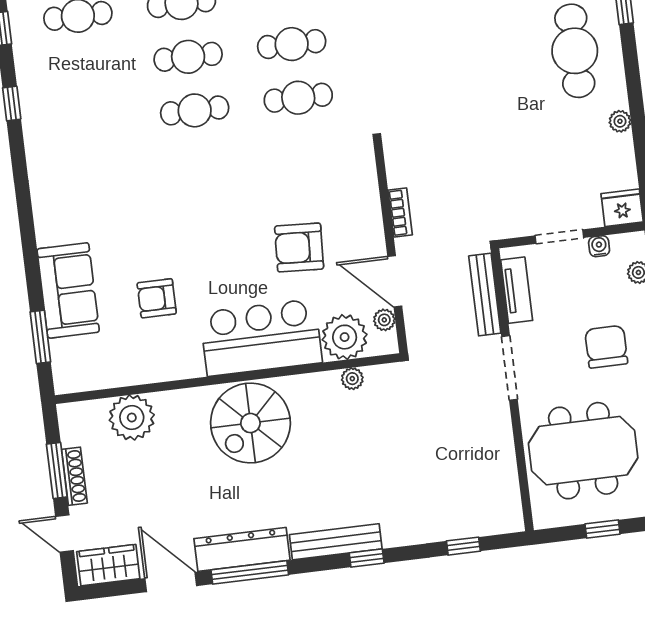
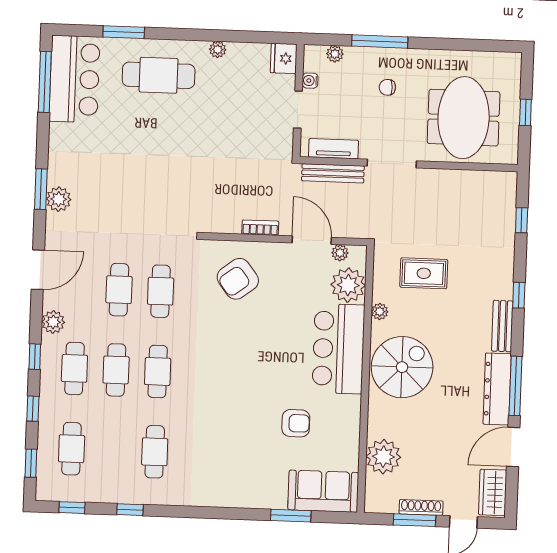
cafe table: (91, 123) -> (155, 452), added
armchair: (299, 248) -> (238, 279), moved, turned 50
door: (395, 281) -> (312, 240), swing flipped
sofa: (68, 290) -> (323, 491), moved
armchair: (157, 298) -> (296, 423), turned -90
window: (40, 337) -> (291, 516), moved
chair: (606, 347) -> (387, 87), width x0.54, depth x0.54
plant: (352, 379) -> (380, 311), moved
spiral stairs: (250, 423) -> (402, 367), turned -90
rug: (375, 432) -> (424, 273), added
bench: (336, 542) -> (502, 326), width x0.73

